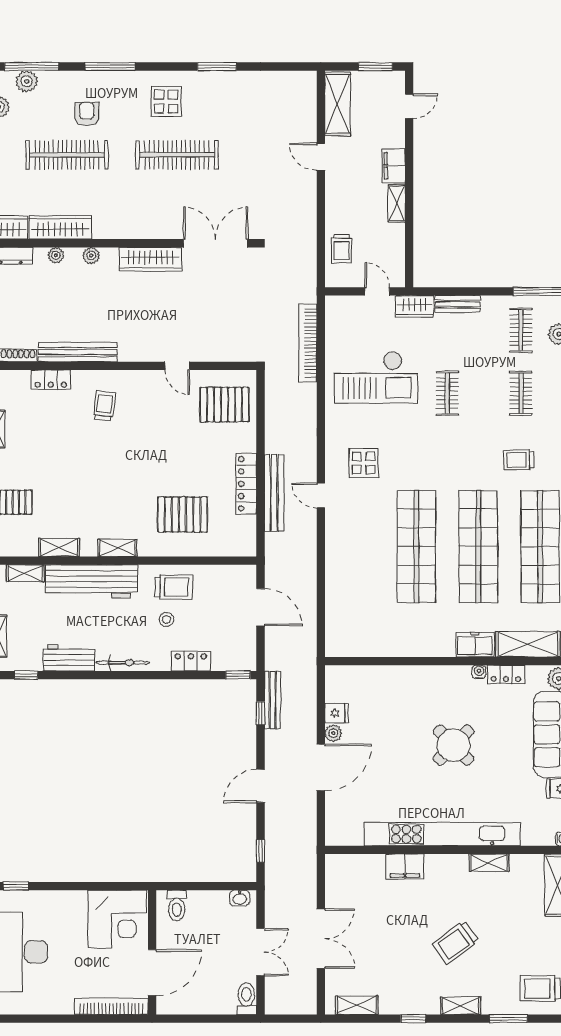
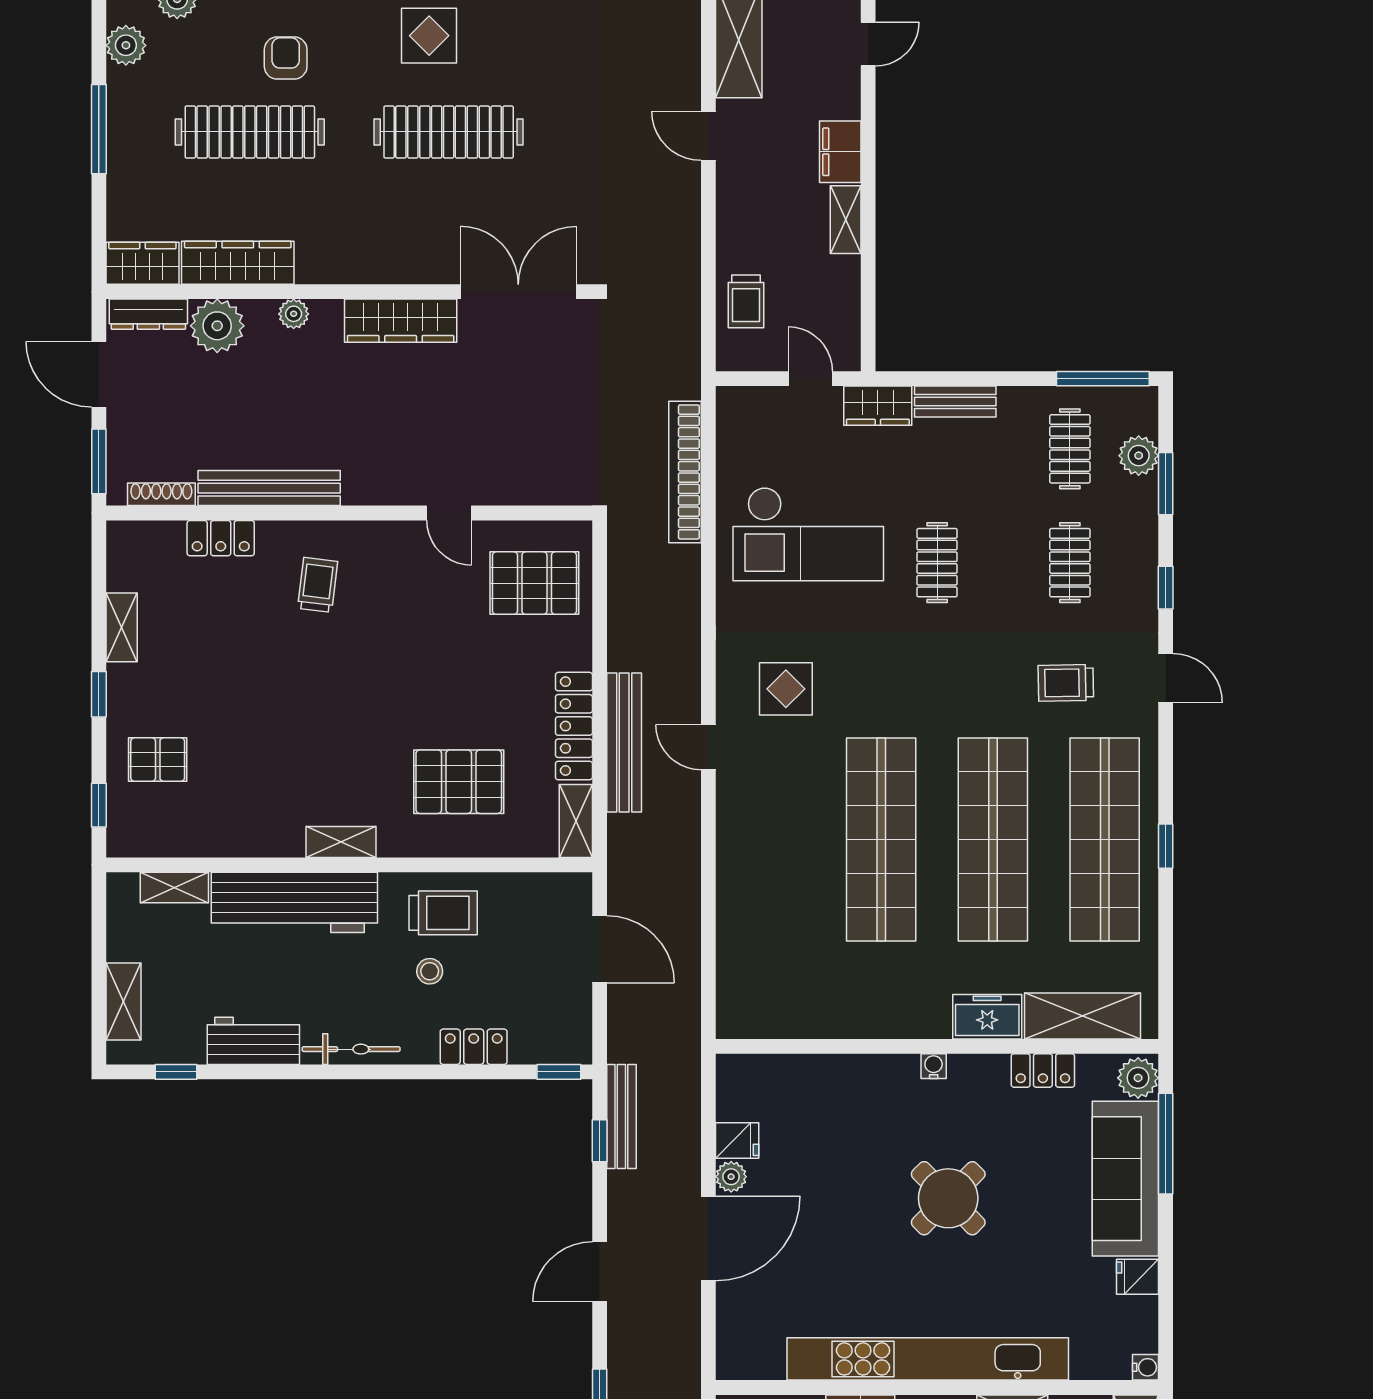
plant: (56, 255) -> (217, 326), width x1.88, depth x1.88
shelving: (59, 547) -> (576, 821), moved, turned 90
water cooler: (479, 672) -> (934, 1066), moved

